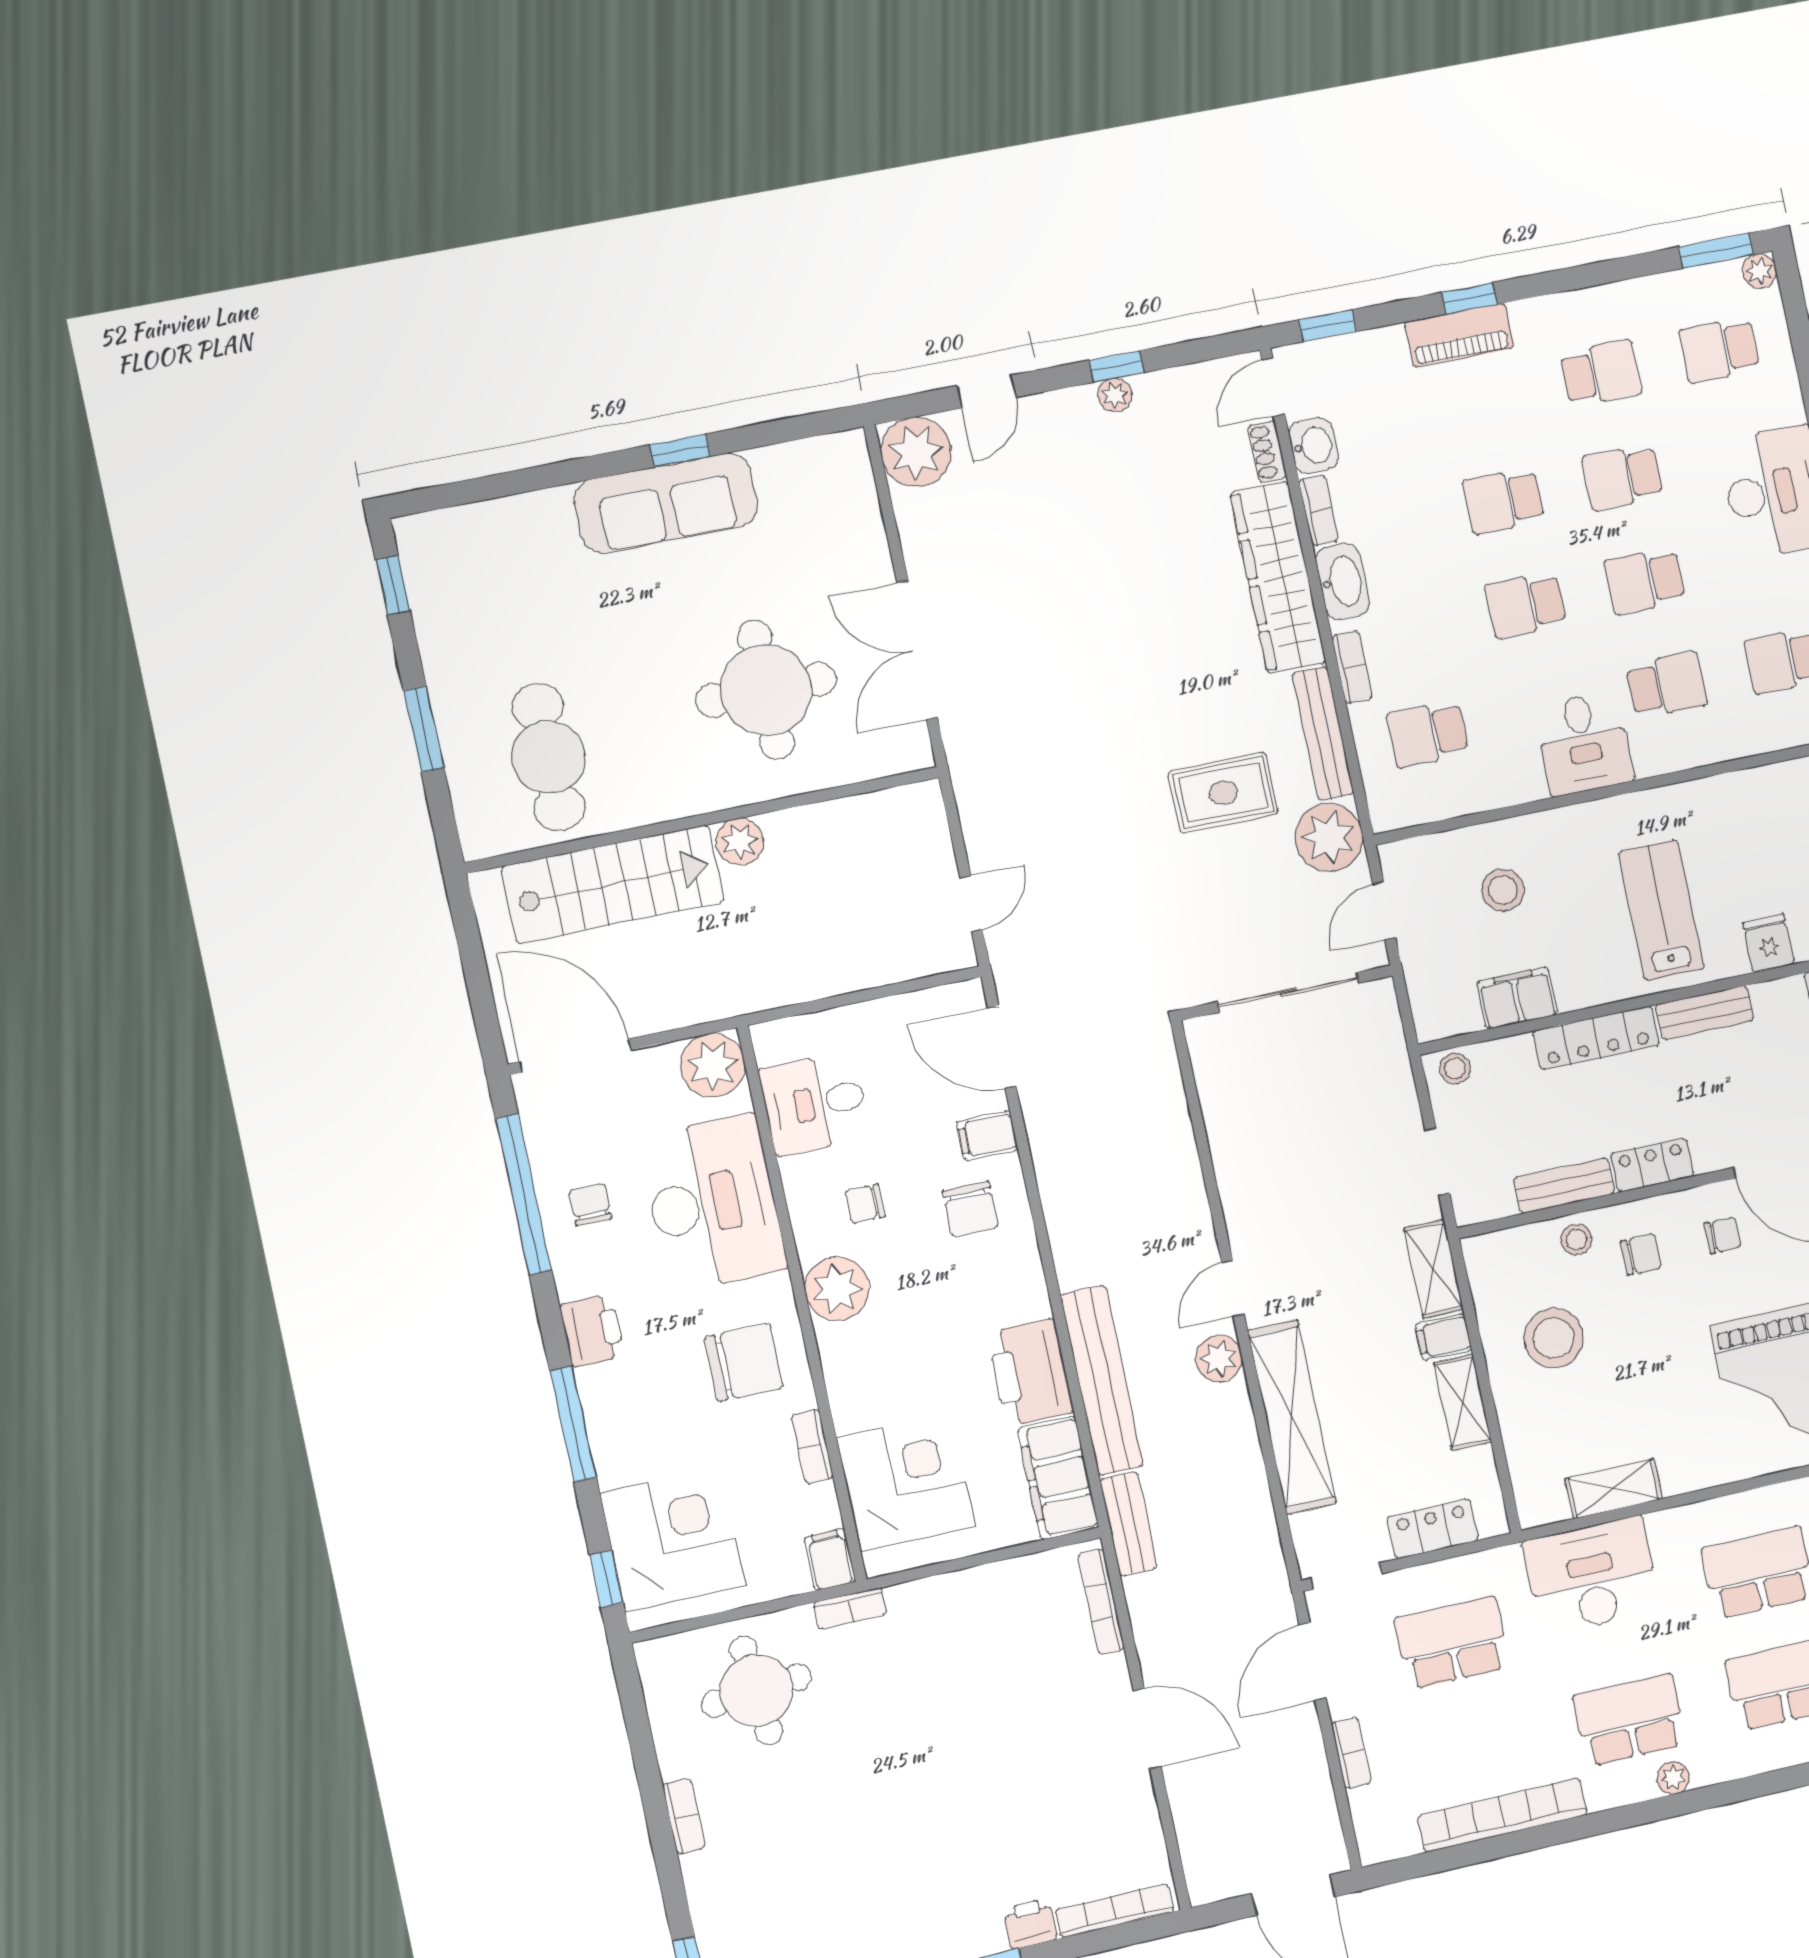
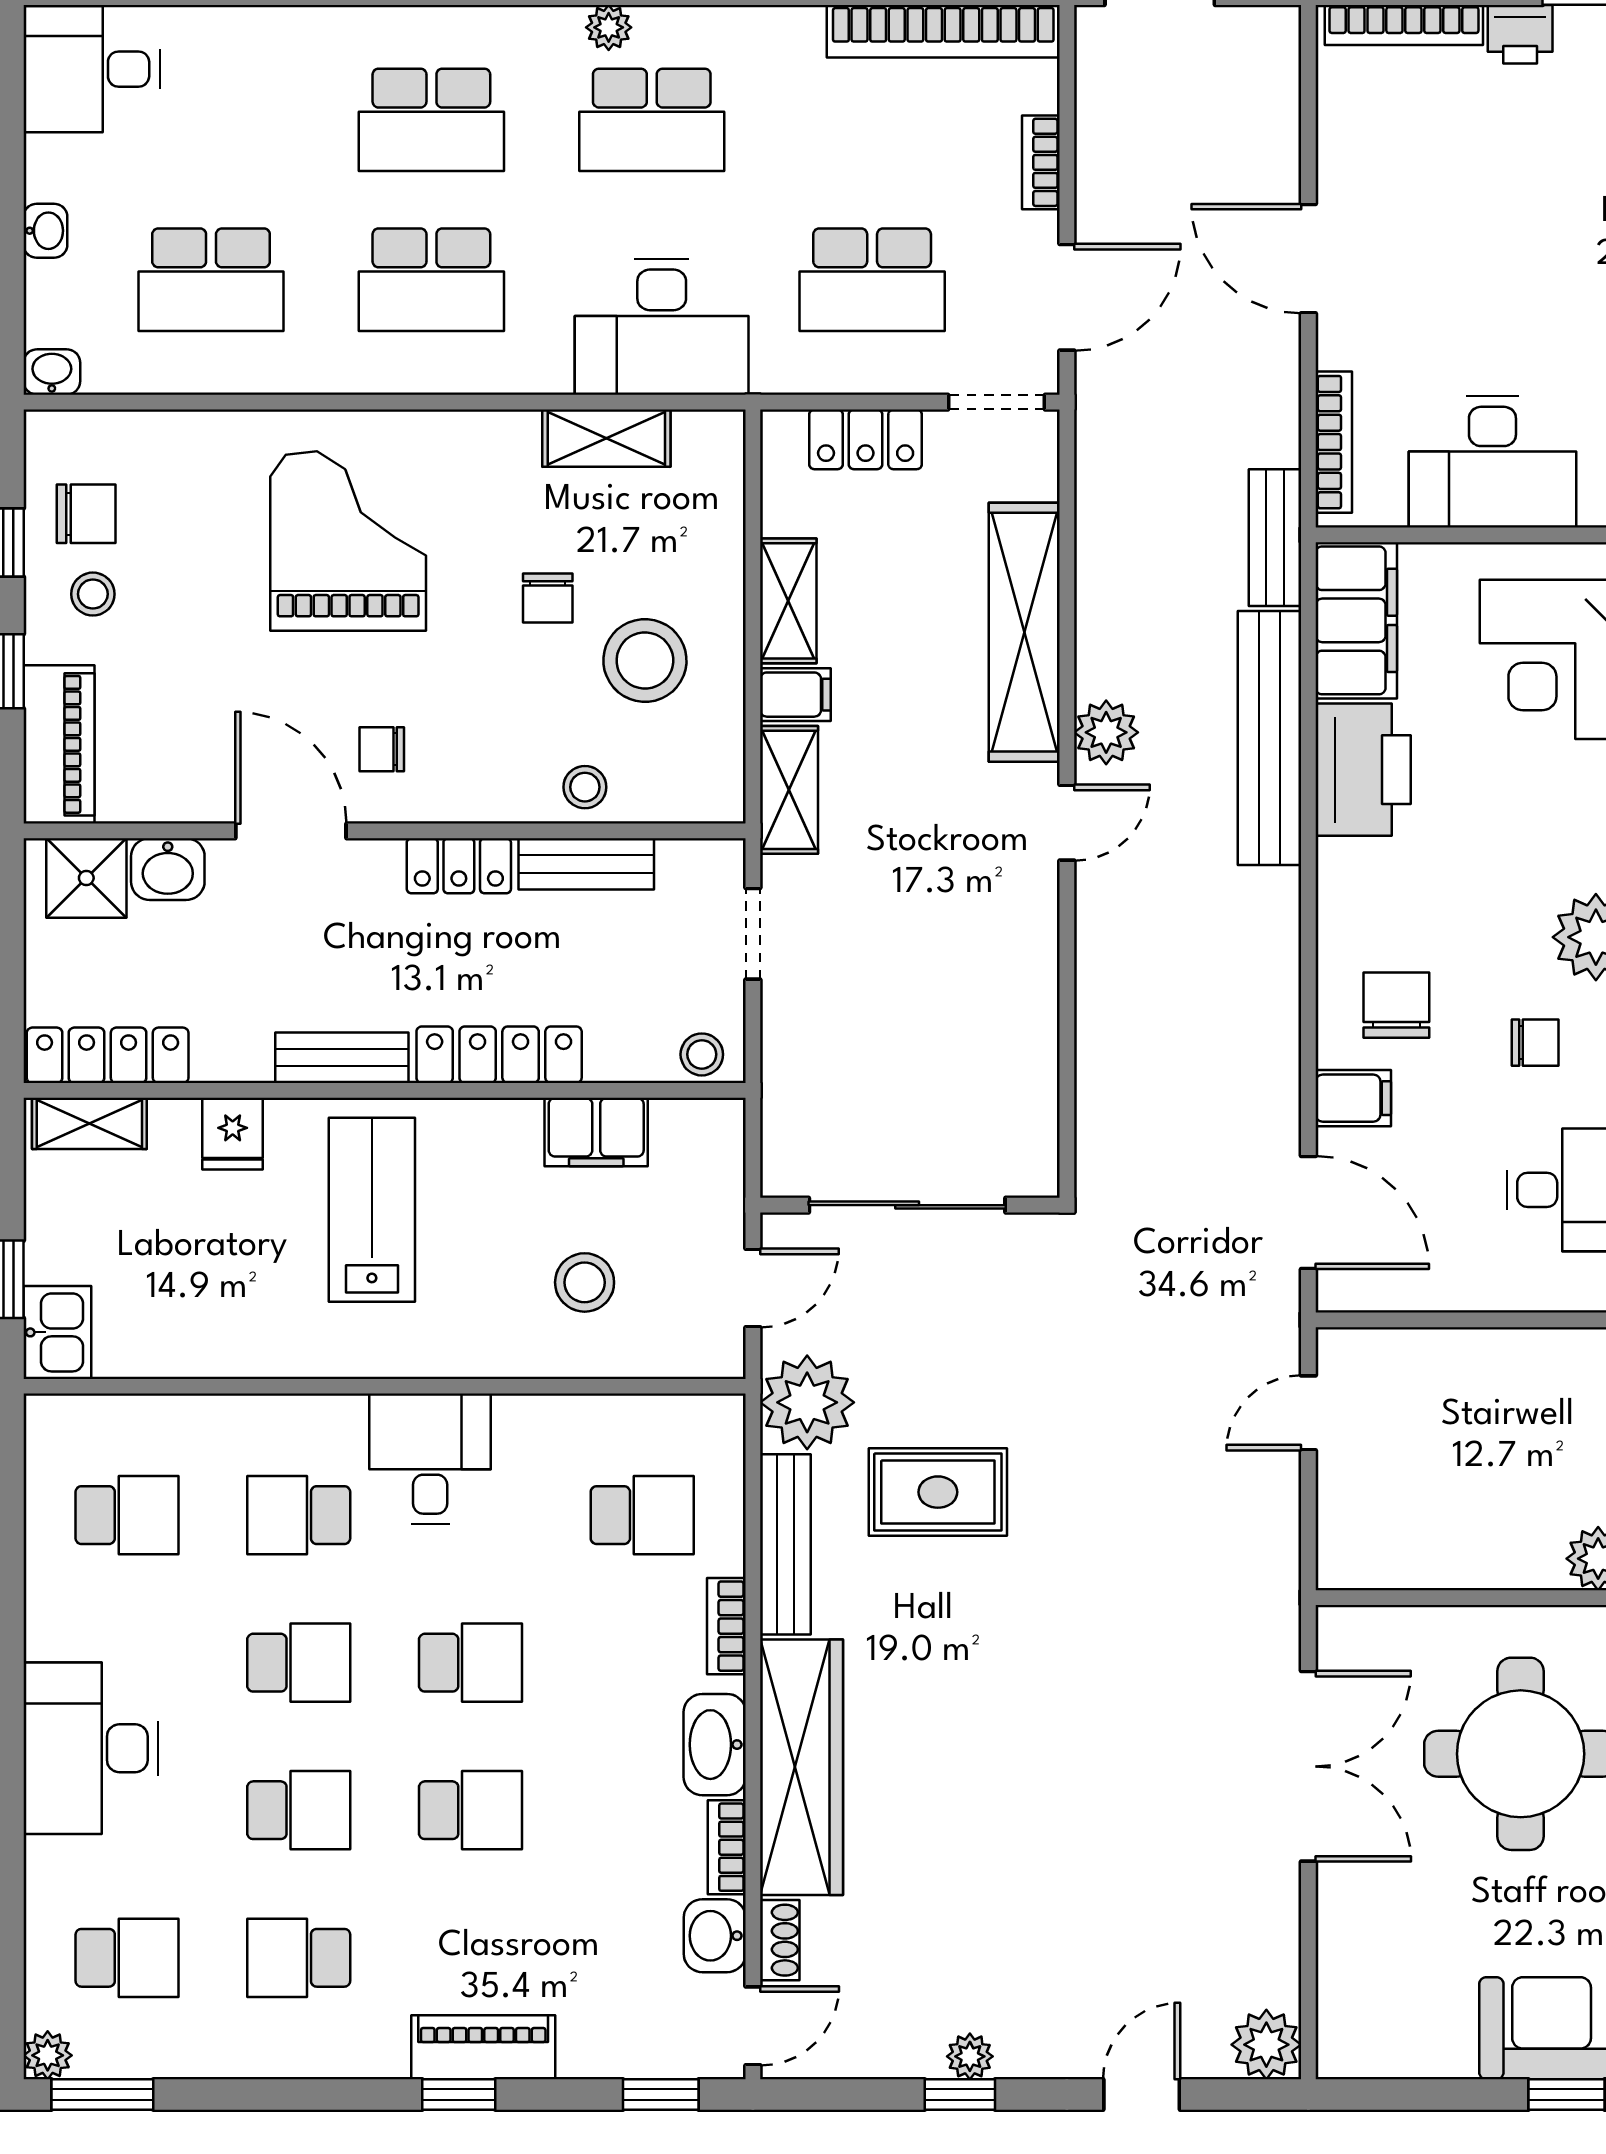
plant: (916, 452) -> (1266, 2045), width x0.73, depth x0.73
lab bench: (1661, 910) -> (372, 1210), turned 180
chair: (1641, 1254) -> (548, 598), moved, turned -90
desk: (985, 1613) -> (1492, 462), added
bookcase: (1502, 1815) -> (943, 31), moved

